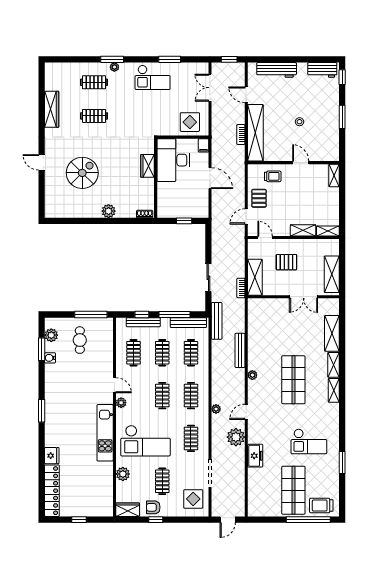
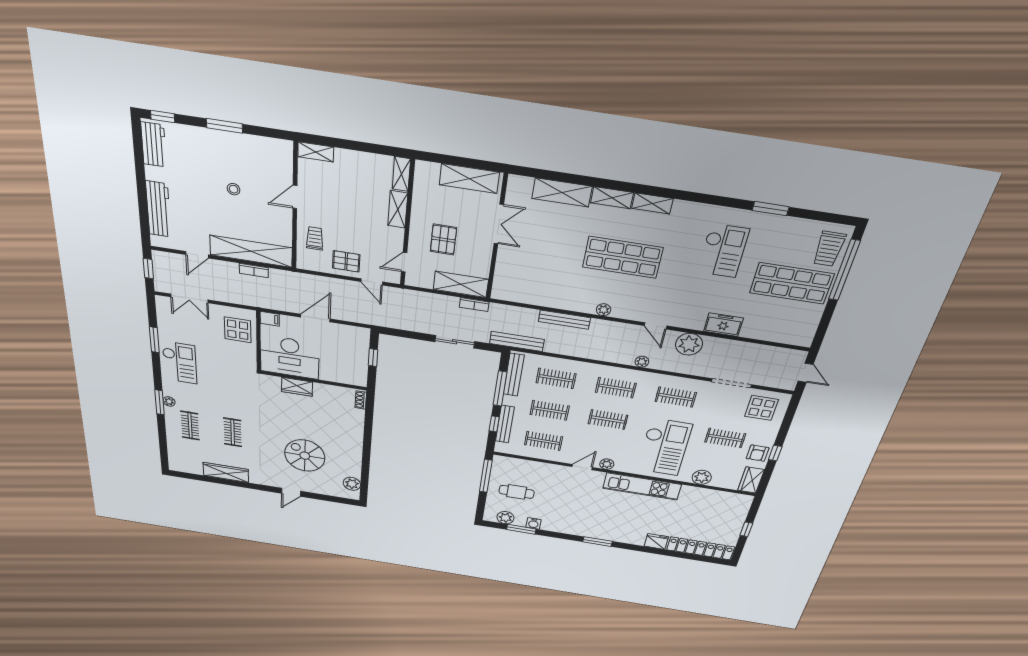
plant: (109, 211) -> (352, 484), moved

